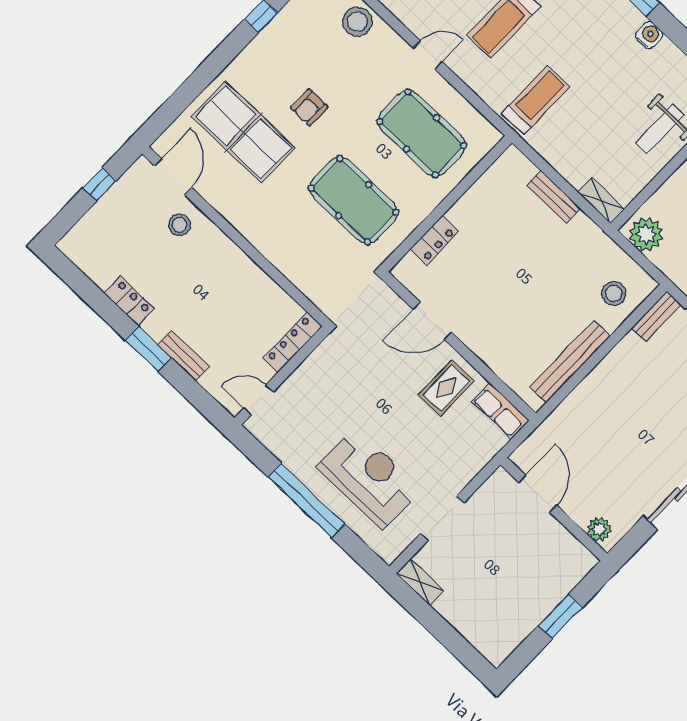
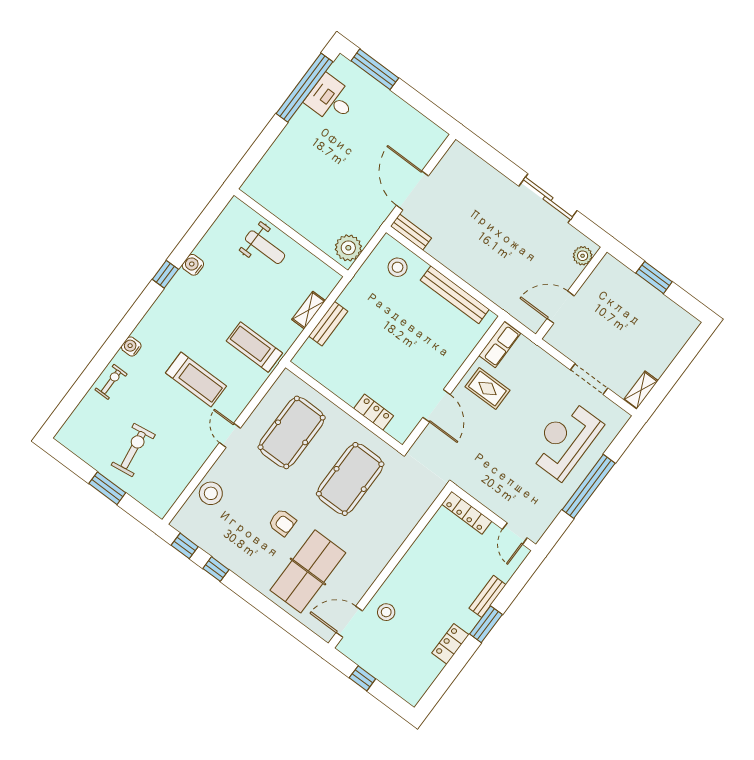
shelving: (601, 201) -> (309, 310), moved

